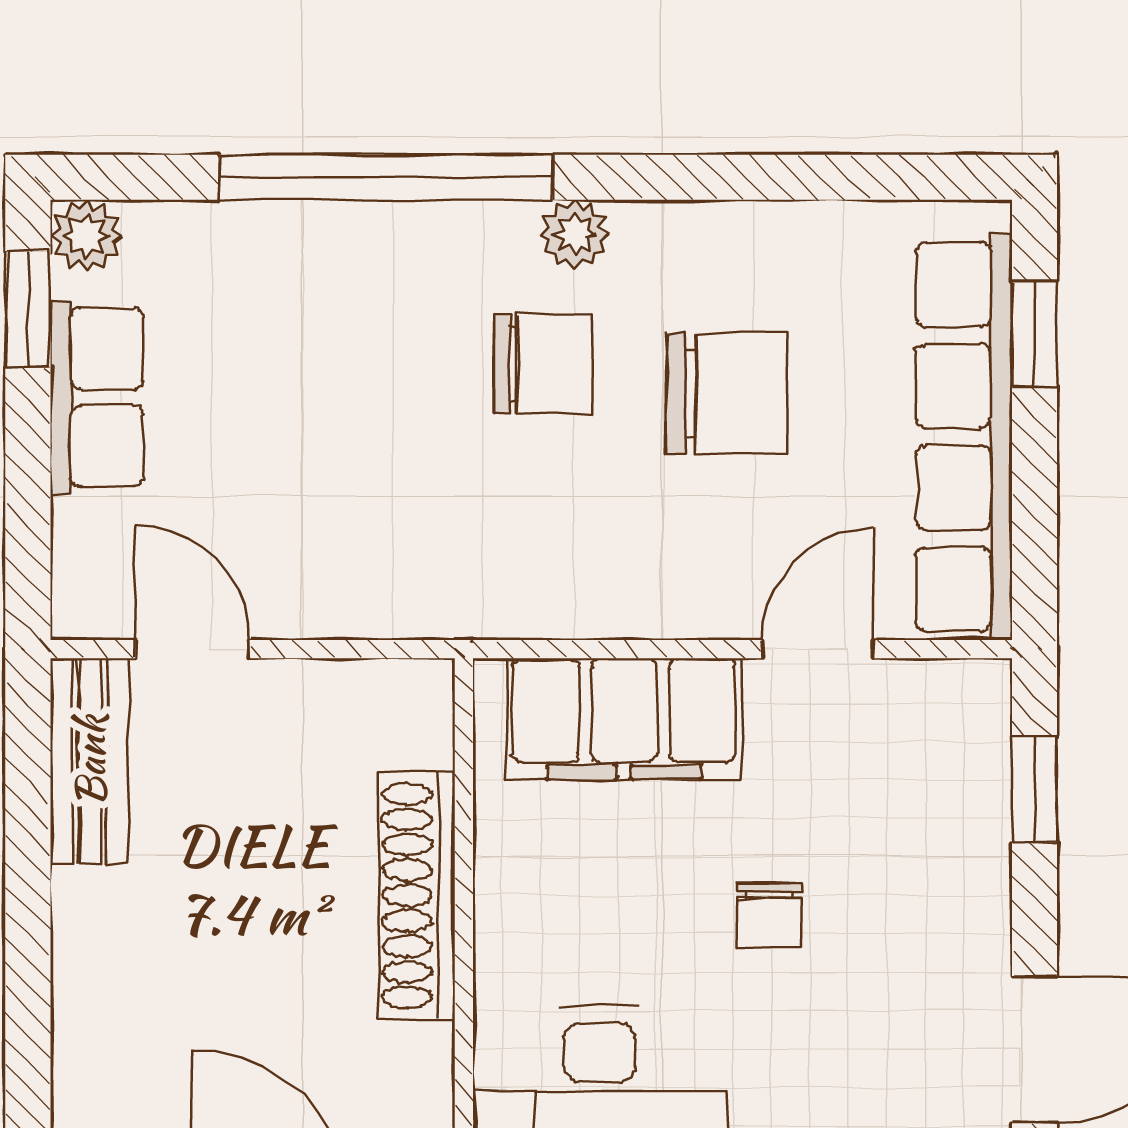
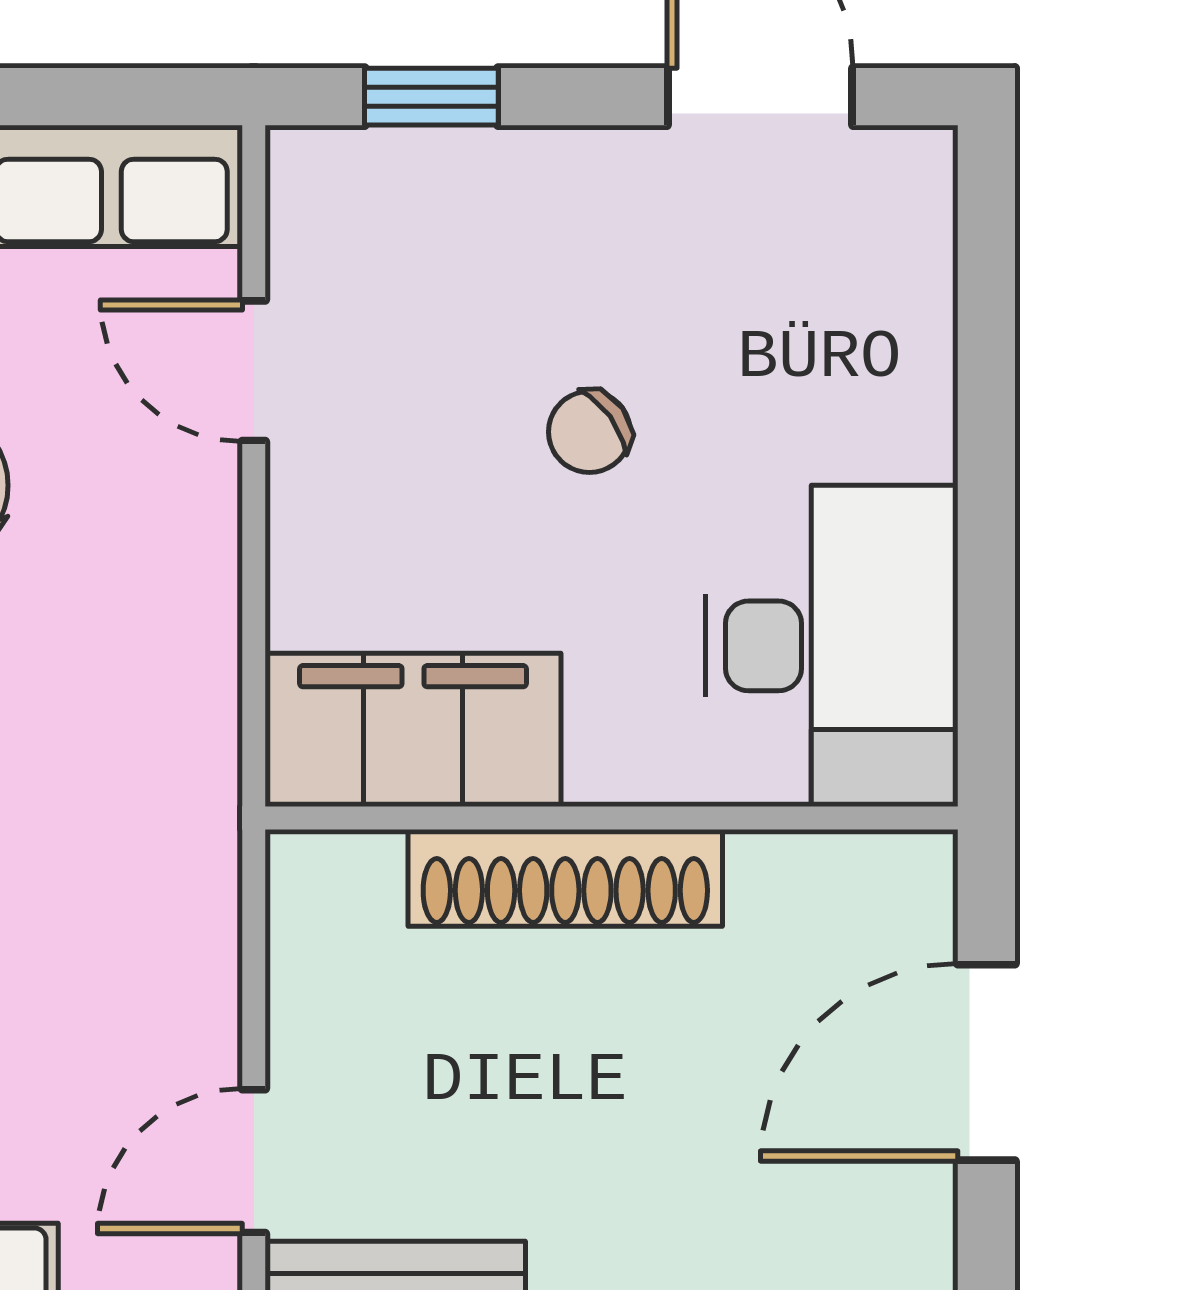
filing cabinet: (624, 719) -> (413, 730), moved, turned -90
chair: (769, 915) -> (589, 432), turned 144

